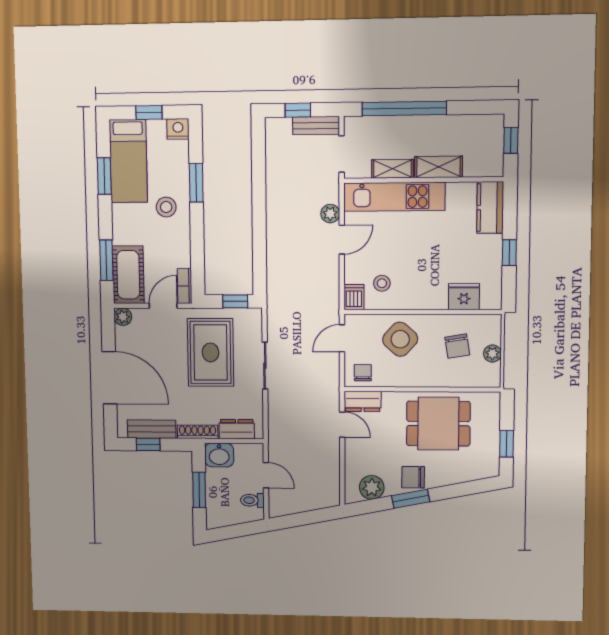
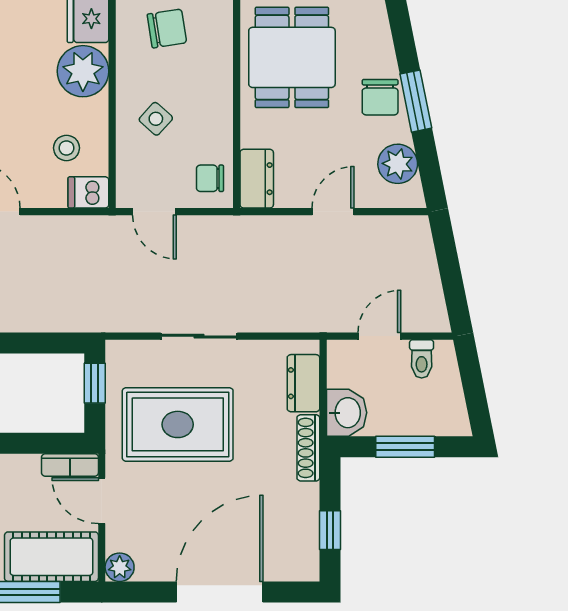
plant: (431, 294) -> (83, 71), added
side table: (400, 339) -> (156, 119), width x0.54, depth x0.54
door: (342, 425) -> (333, 212), moved
bench: (152, 429) -> (304, 524), removed

